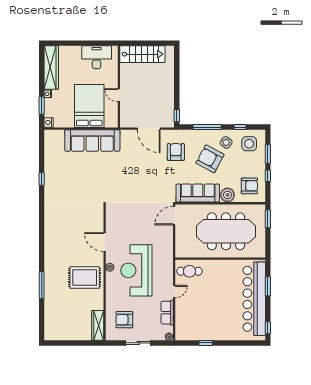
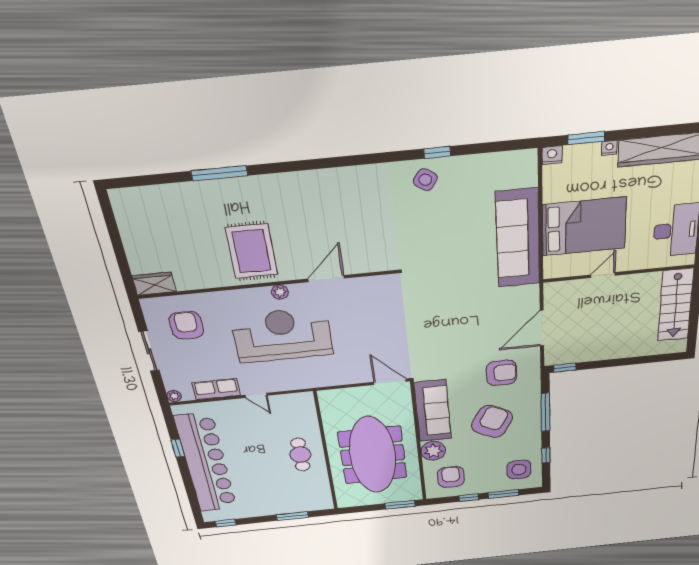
side table: (226, 142) -> (425, 180), moved
armchair: (249, 186) -> (451, 477), turned 180
cafe table: (189, 271) -> (300, 455), moved
bar counter: (254, 299) -> (206, 463), moved, turned 90
wardrobe: (98, 325) -> (154, 284), width x0.67

